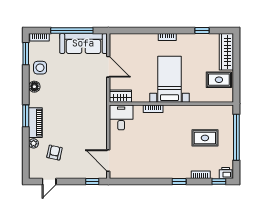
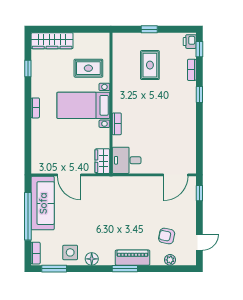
door: (108, 67) -> (69, 175), swing flipped
rug: (219, 80) -> (88, 68), moved, turned 90
window: (236, 137) -> (149, 29), width x0.32
plant: (34, 143) -> (170, 260), moved
door: (49, 181) -> (199, 242), hinge flipped

